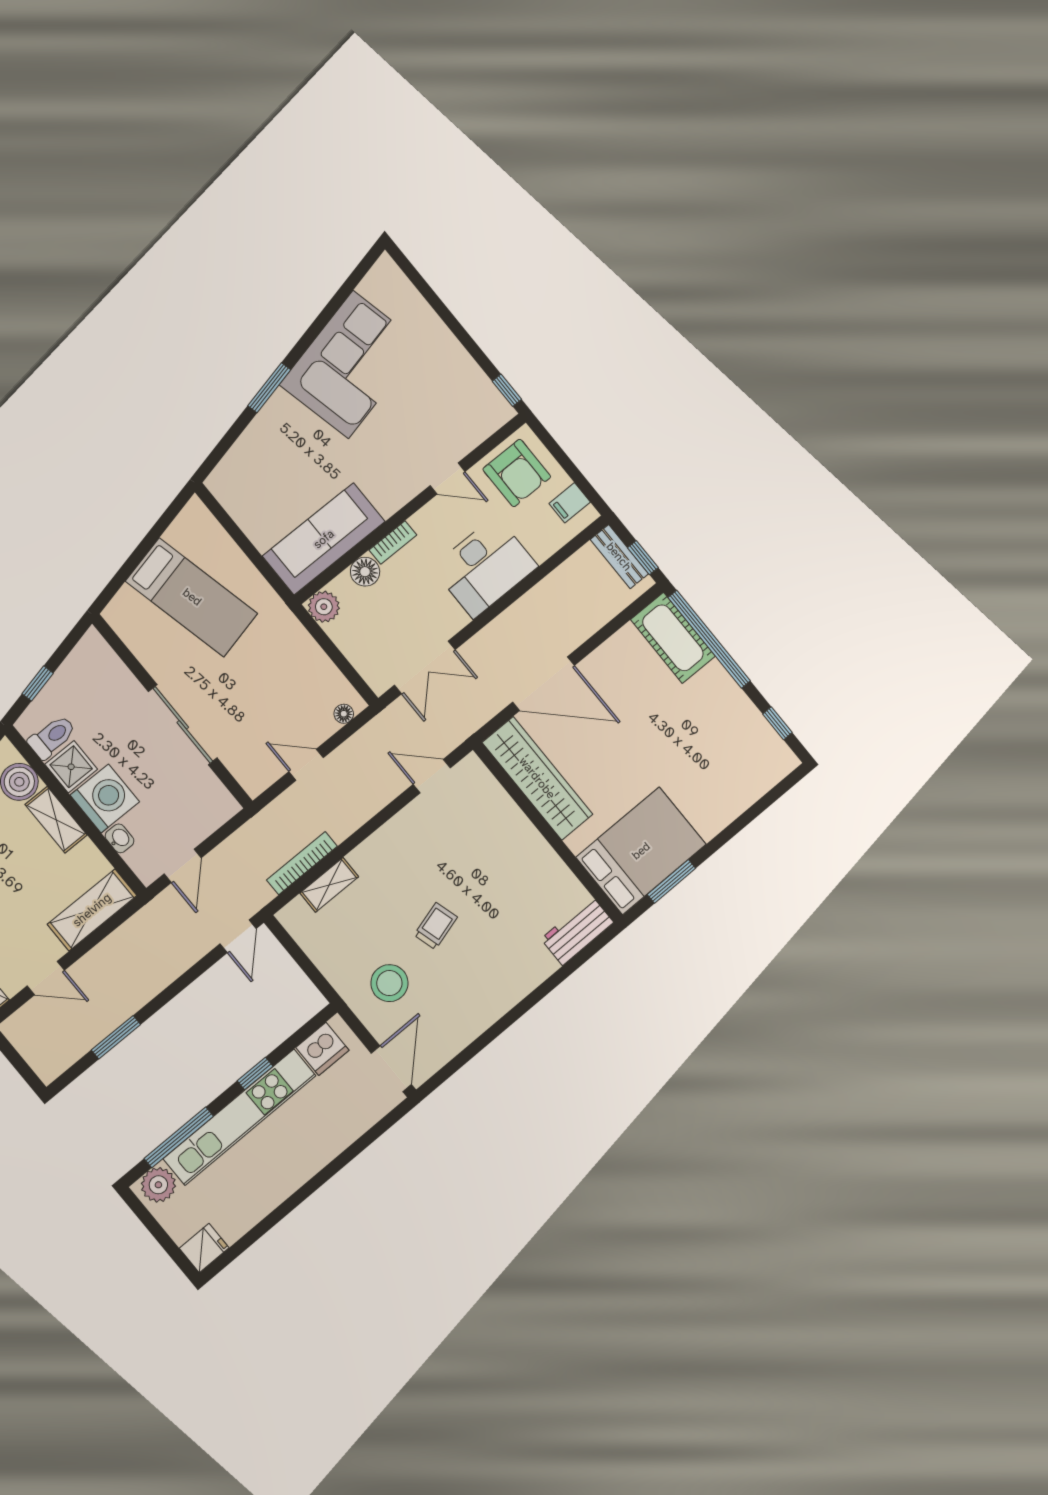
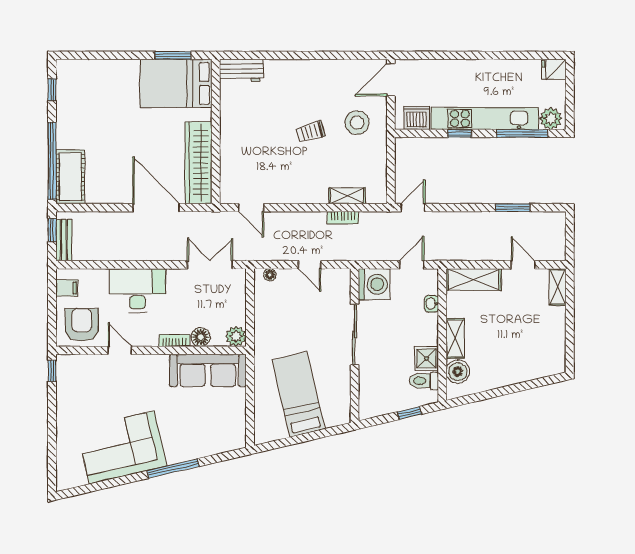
window: (269, 388) -> (173, 469), width x1.44
washing machine: (105, 798) -> (374, 284), moved, turned 180
bookcase: (302, 863) -> (343, 218), width x0.64

